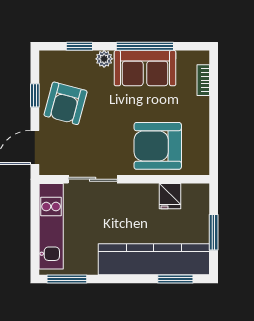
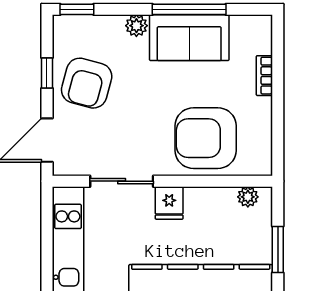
window: (79, 46) -> (77, 9), moved
bookcase: (203, 80) -> (264, 76), moved
plant: (190, 191) -> (248, 197), added
fridge: (170, 196) -> (169, 203), moved

